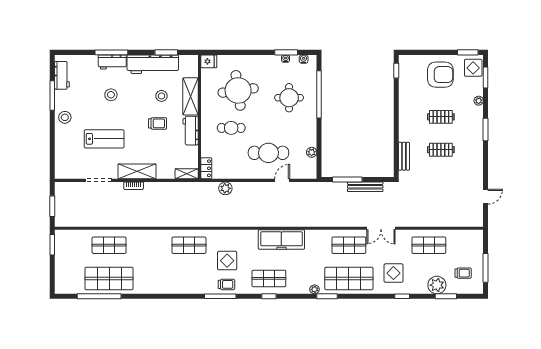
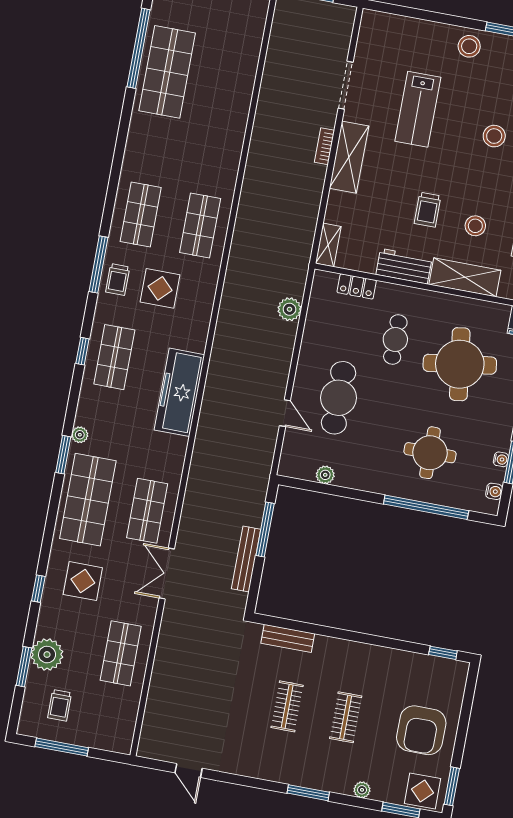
locker: (206, 168) -> (357, 286), moved
shop shelf: (109, 245) -> (141, 214), moved

